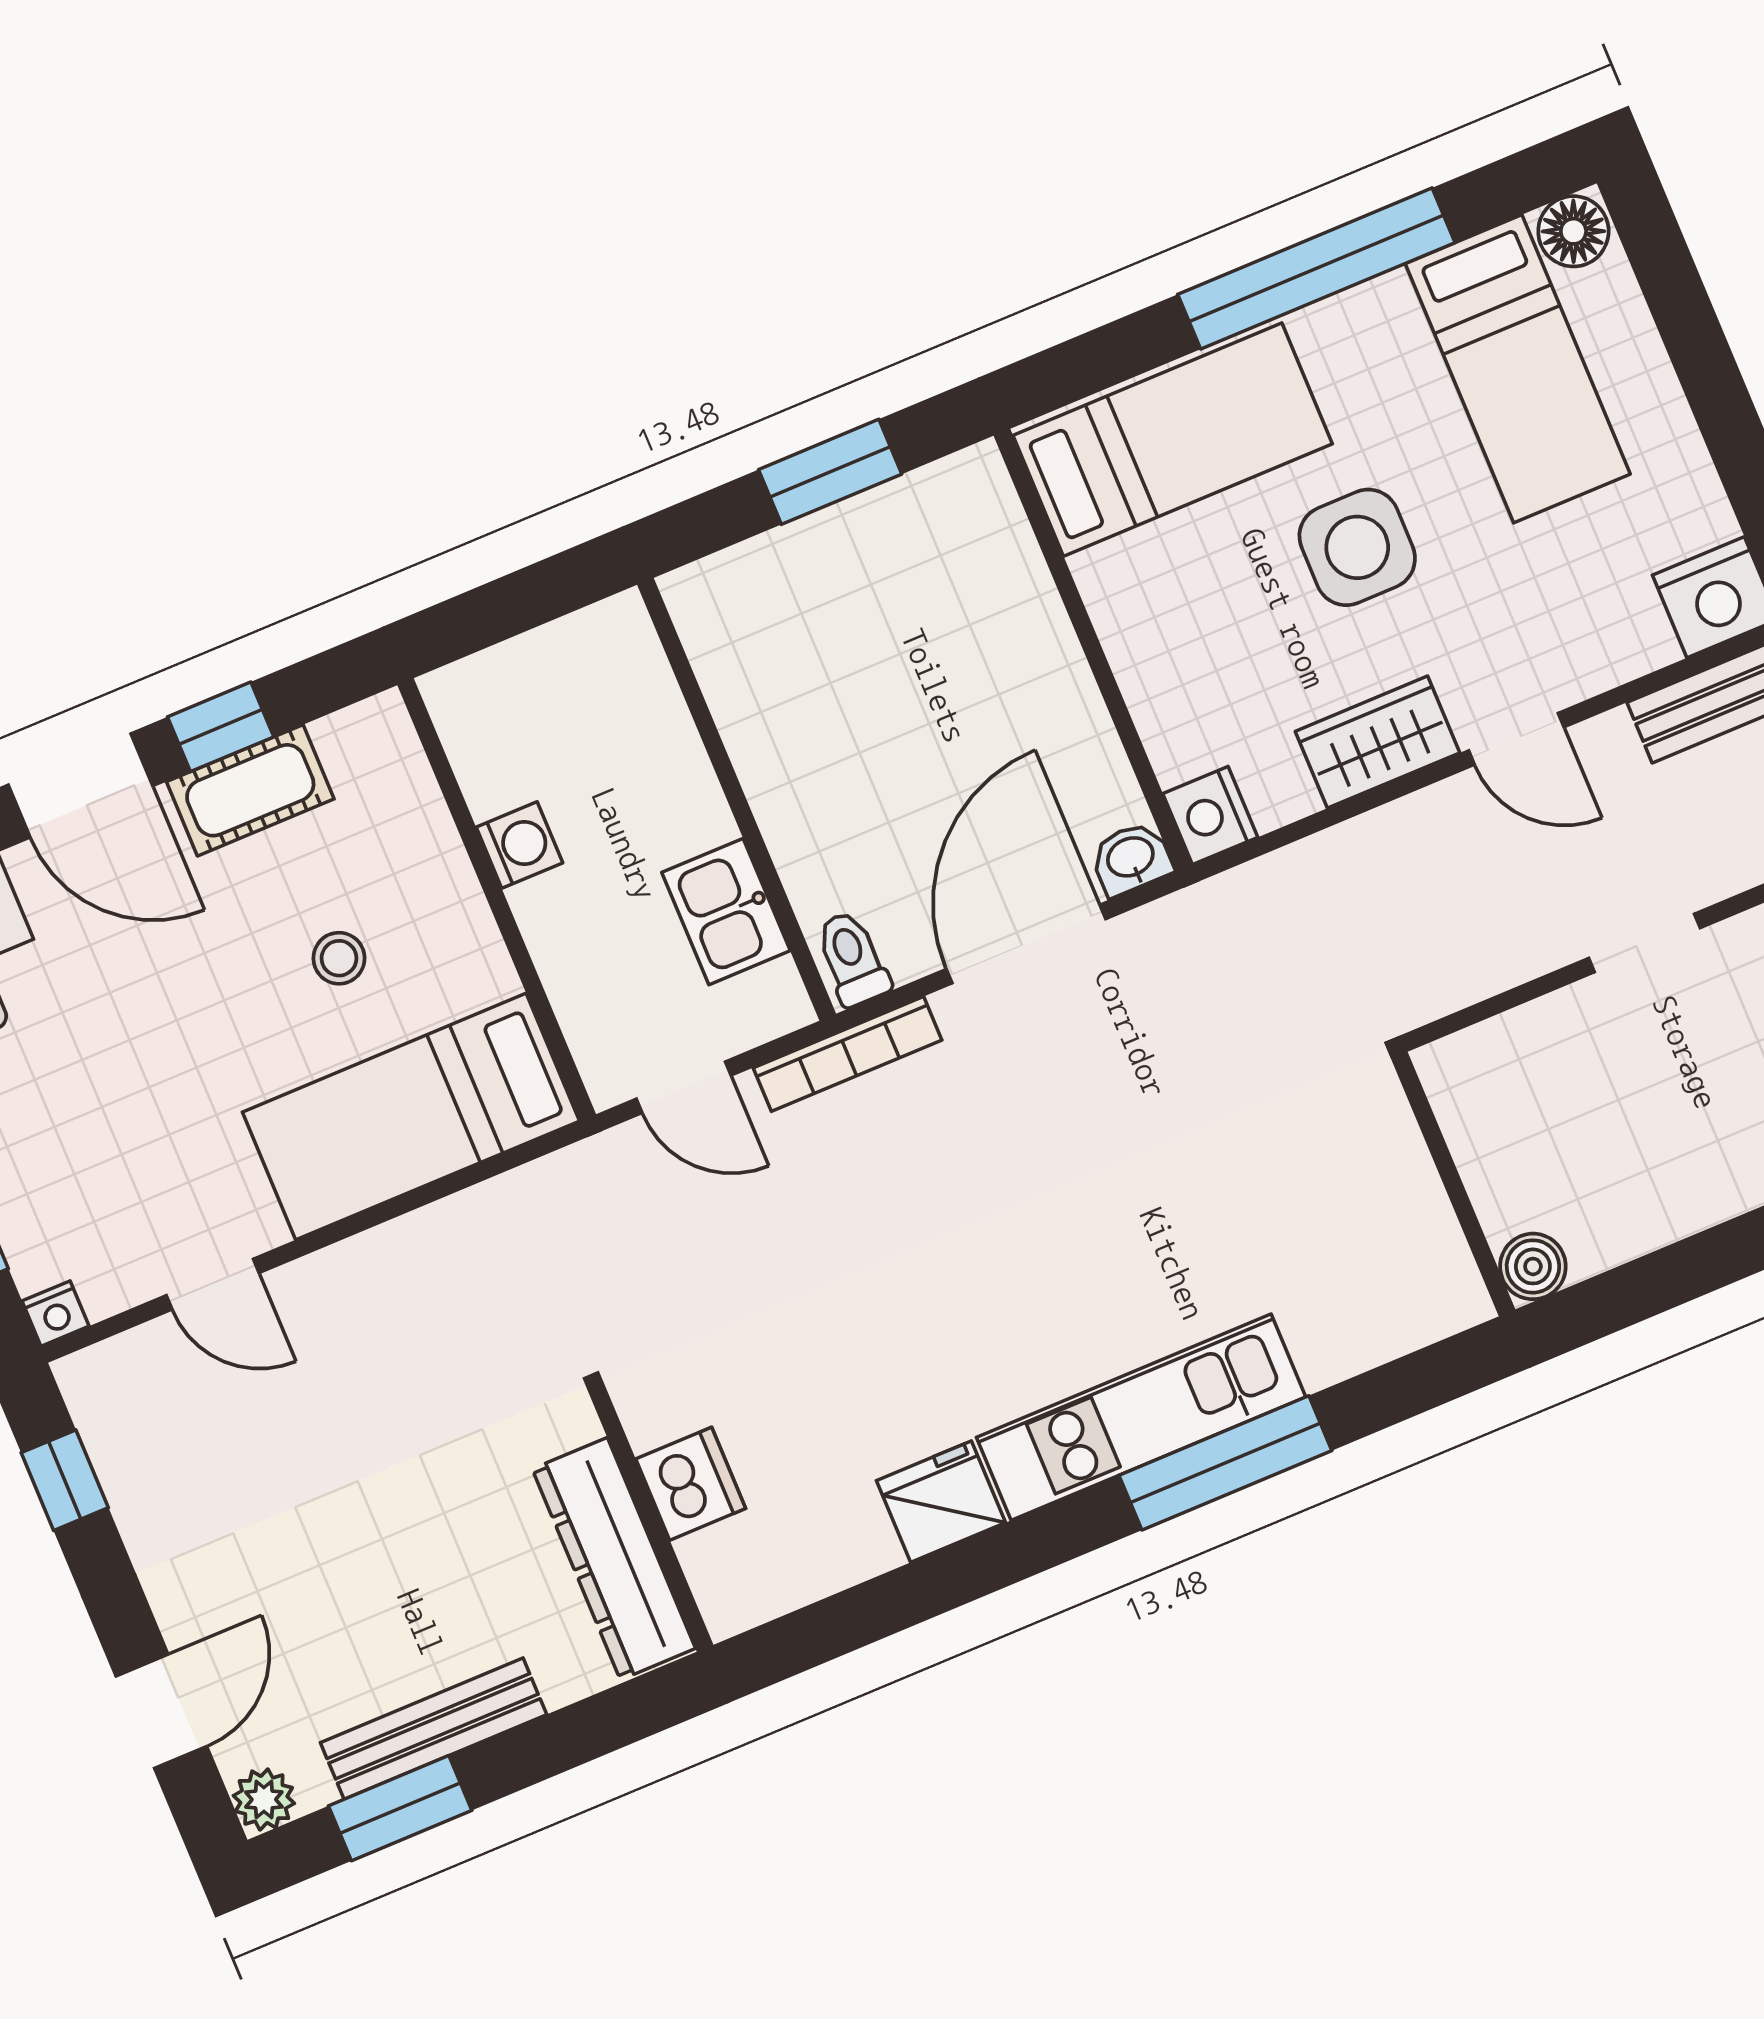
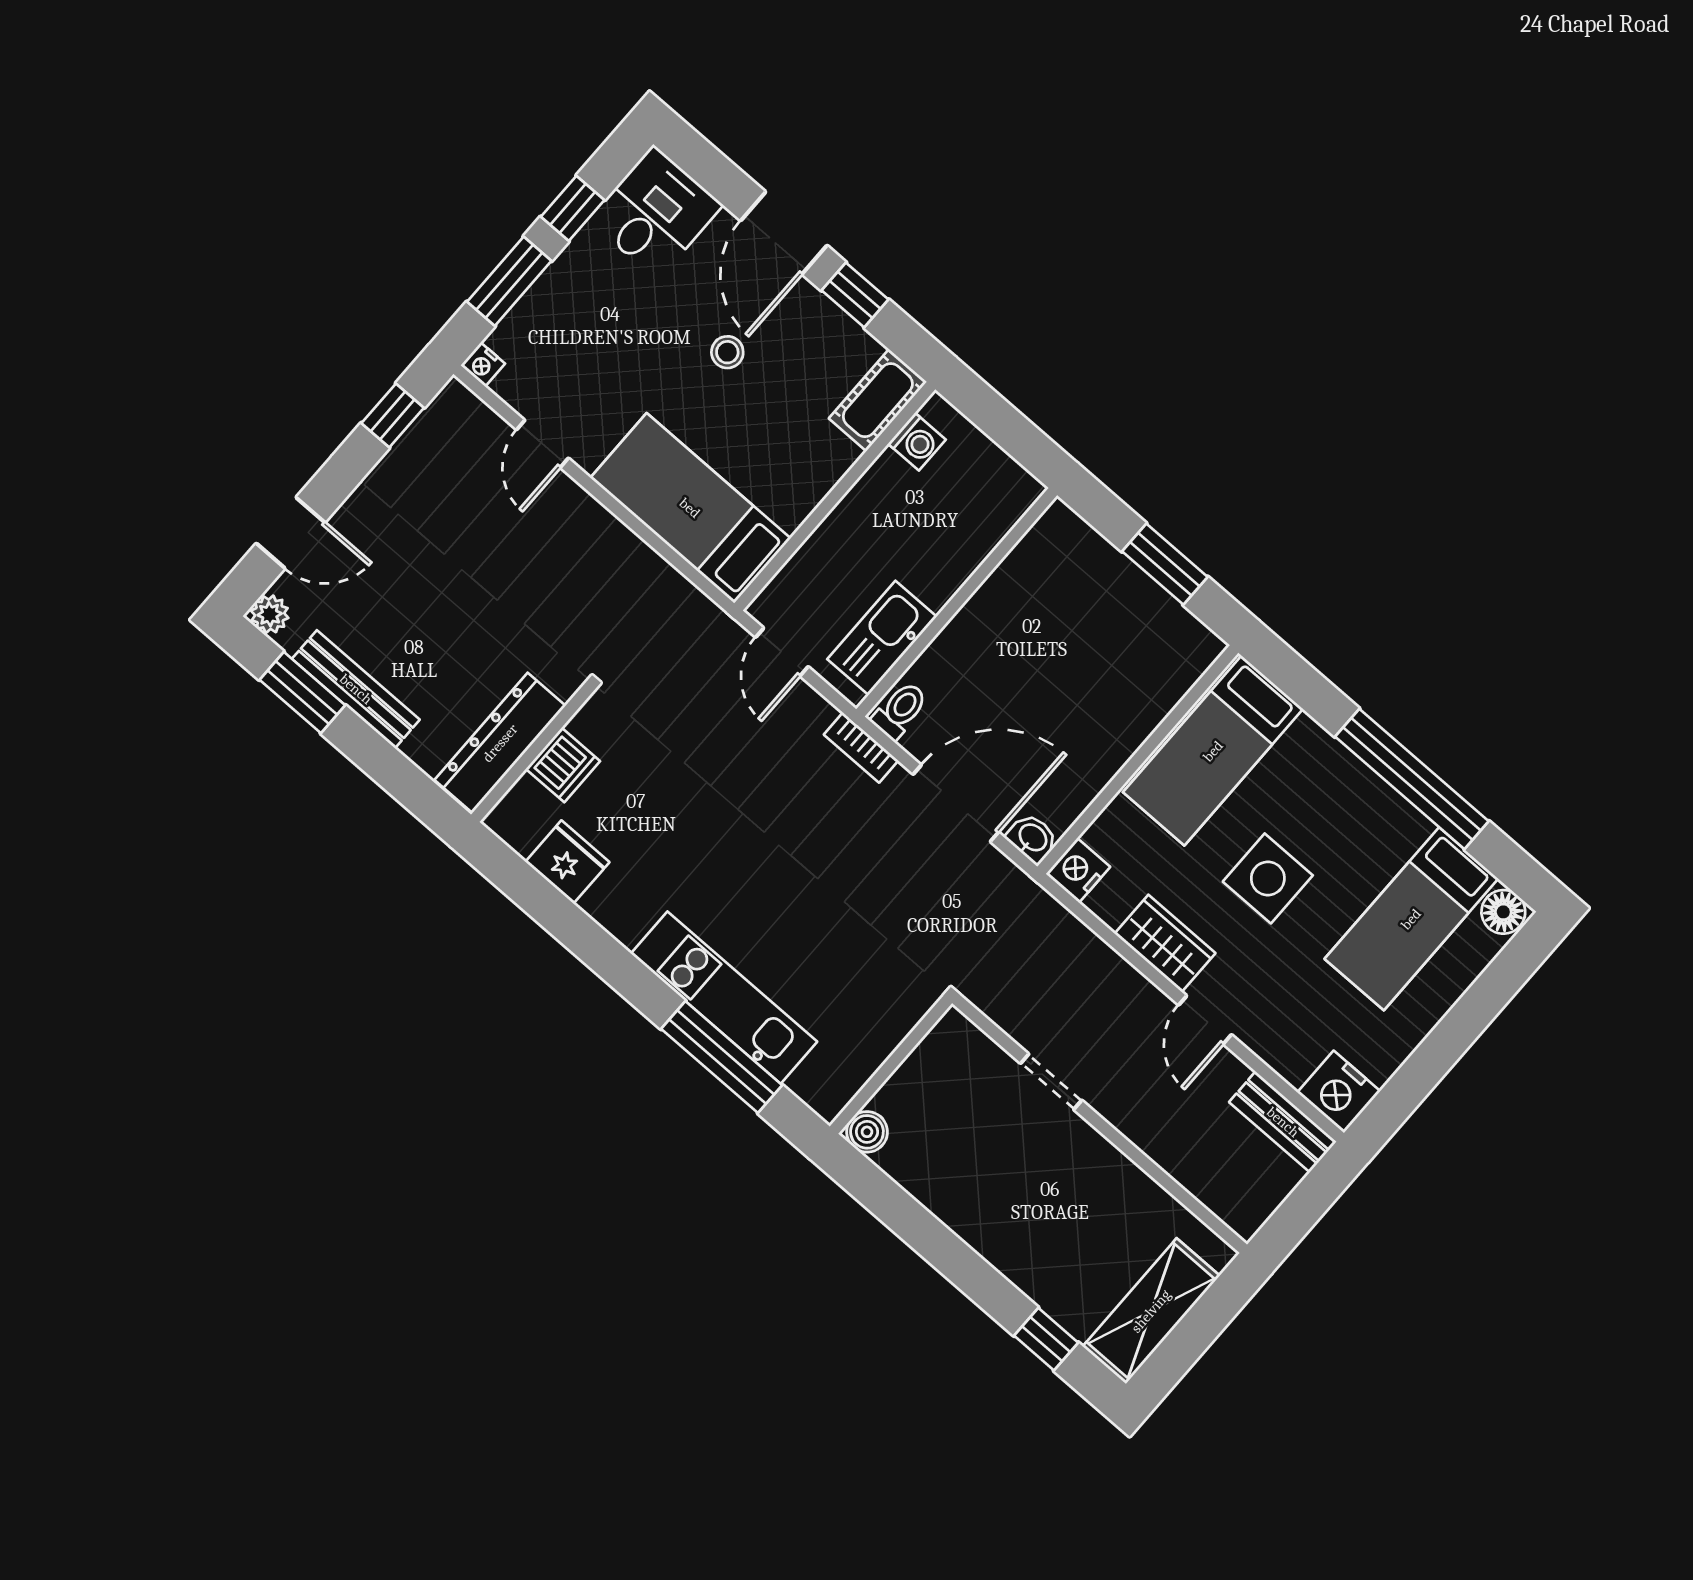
bed: (1173, 440) -> (1213, 751), moved, turned 90
cot: (250, 790) -> (878, 400), moved, turned 90
washing machine: (519, 845) -> (917, 442), moved
kitchen sink: (726, 912) -> (882, 638), width x1.38
doorway: (1644, 943) -> (1051, 1082), moved
stool: (339, 958) -> (727, 352), moved
bookcase: (848, 1054) -> (861, 748), width x0.64
wall: (1453, 1184) -> (891, 1065), moved
boiler: (1533, 1266) -> (867, 1132), moved
fridge: (941, 1502) -> (567, 862), moved

